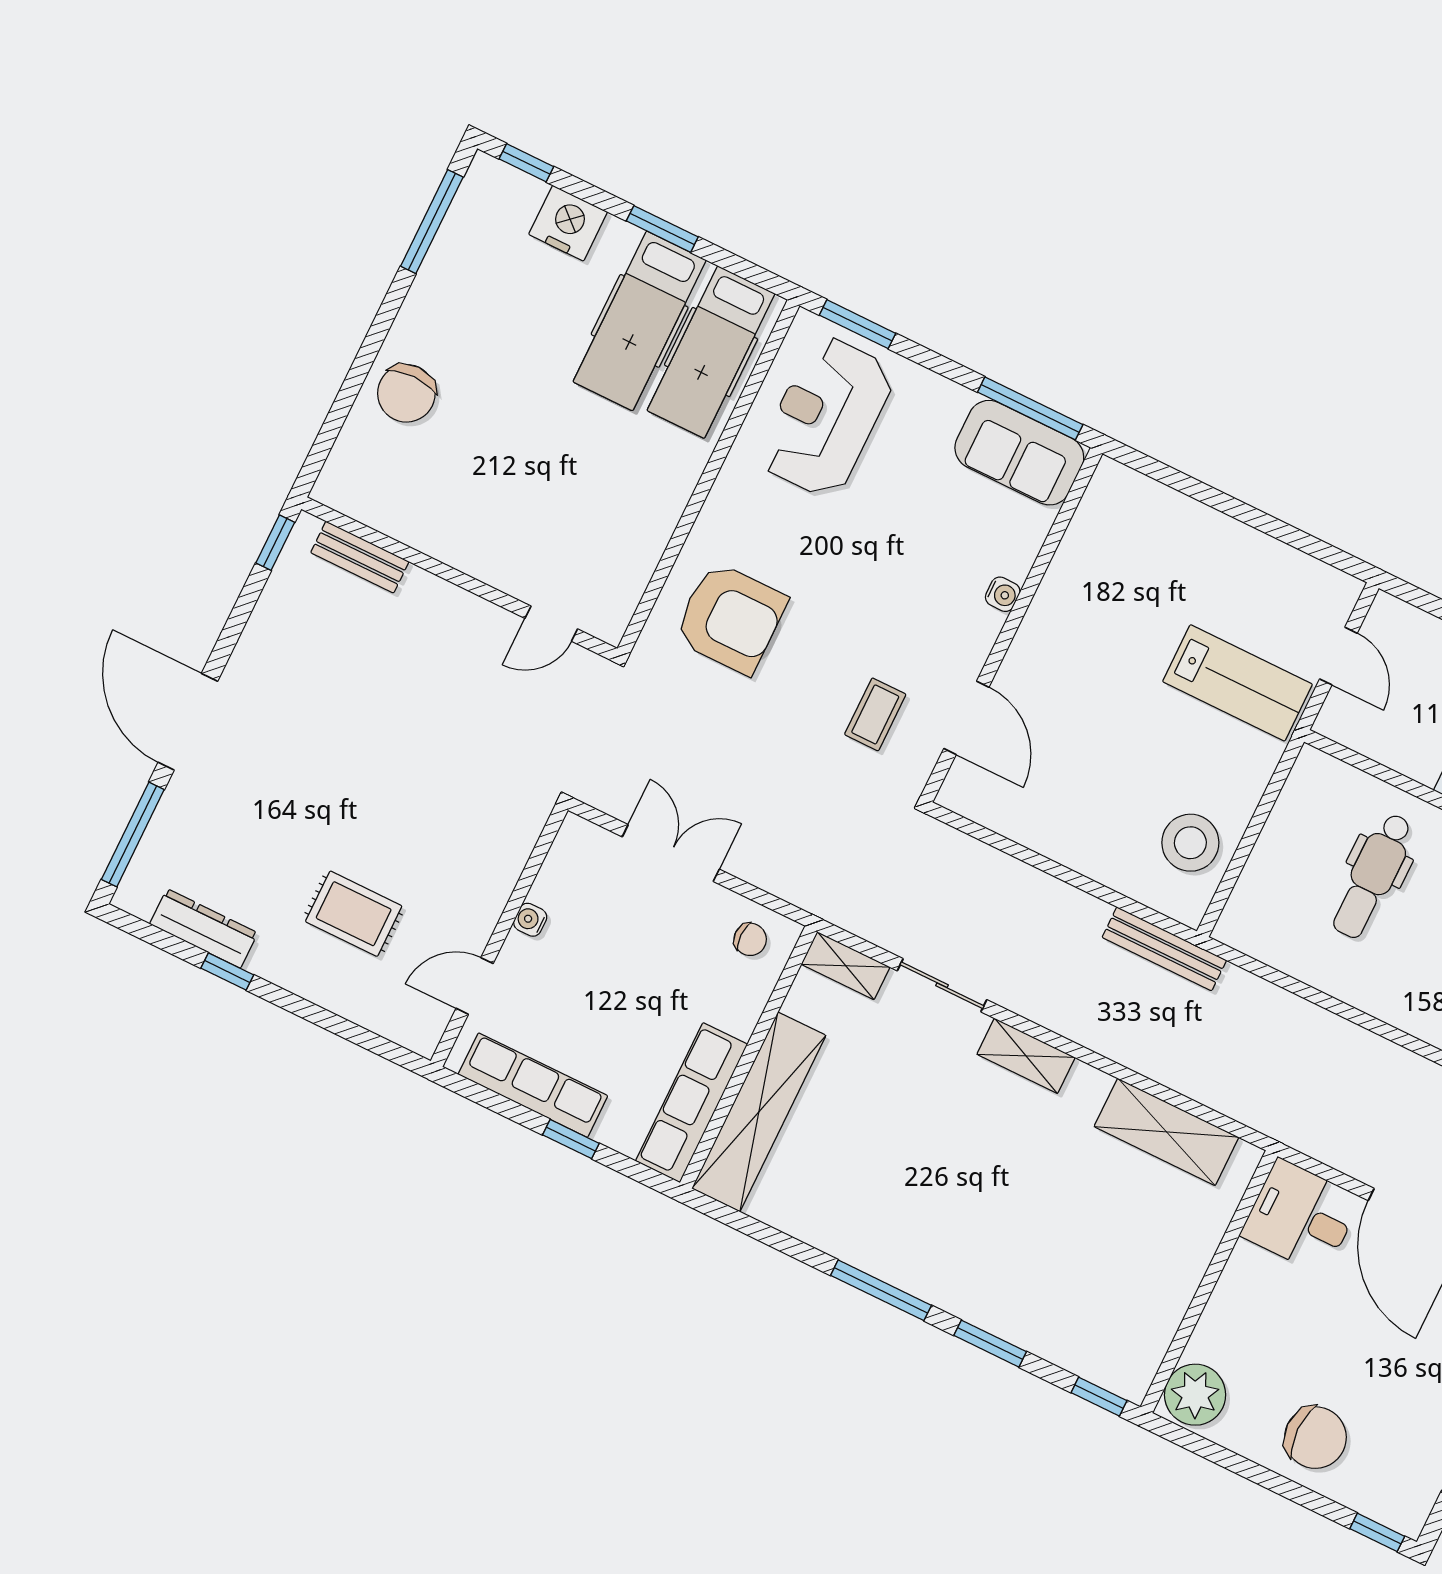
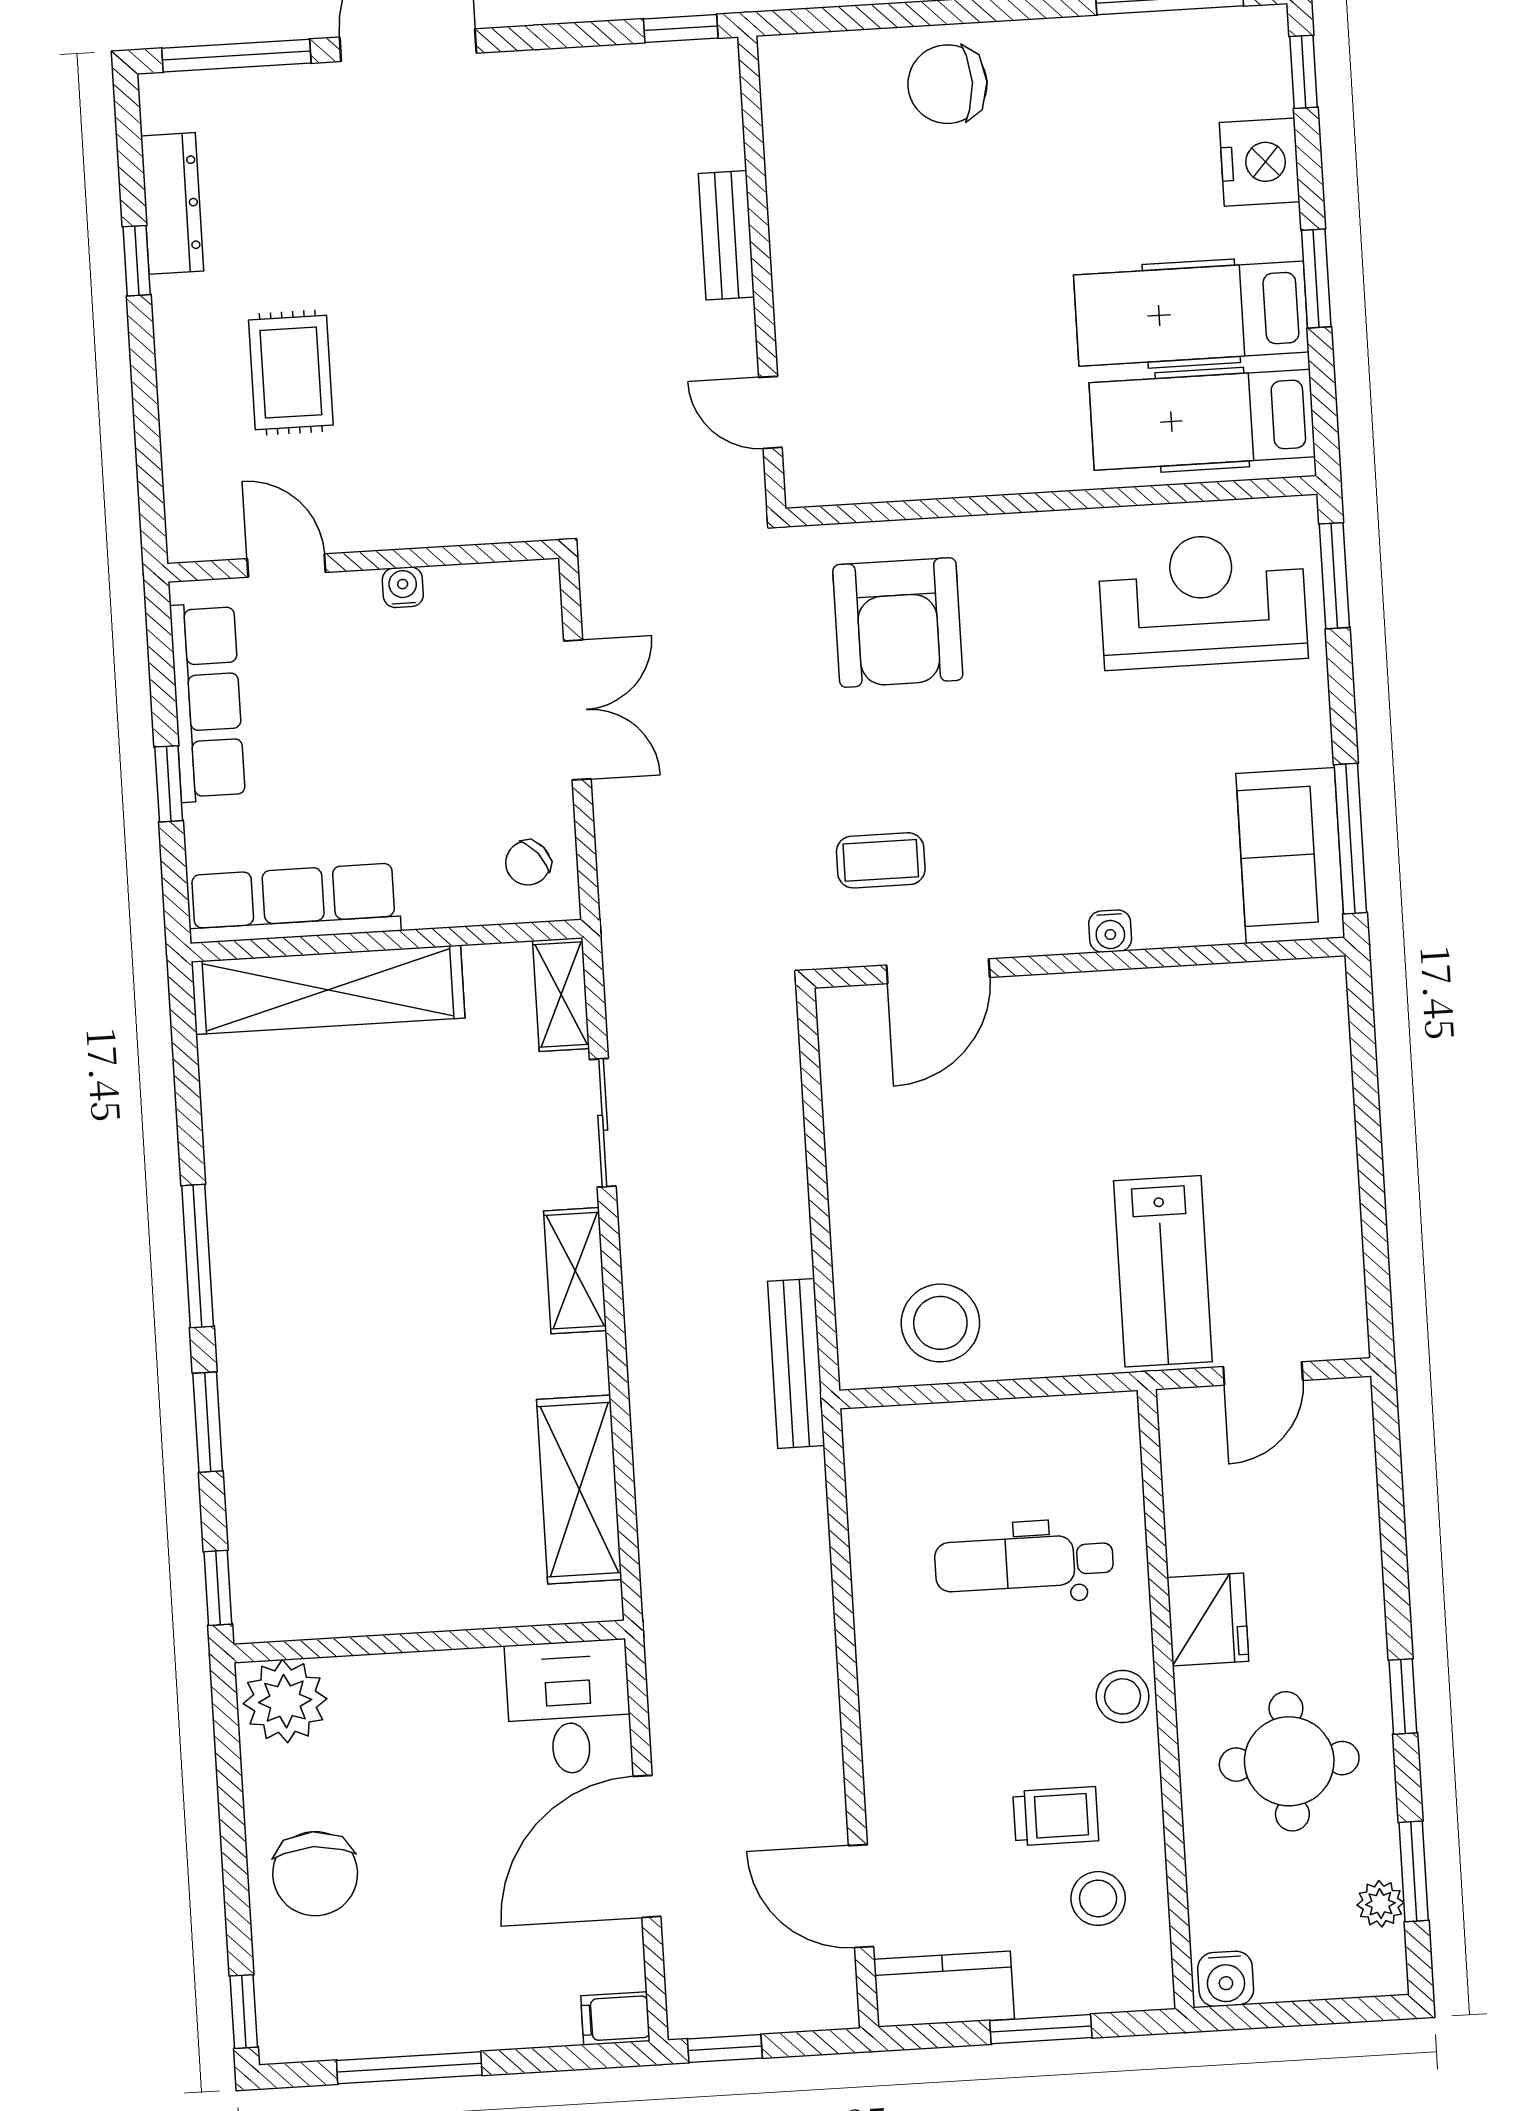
bench: (360, 557) -> (726, 235), moved
chair: (750, 939) -> (528, 863), turned 50

